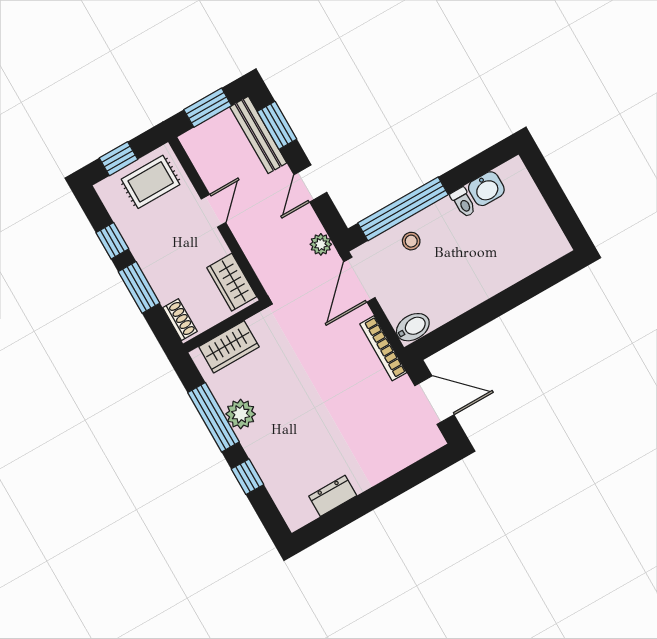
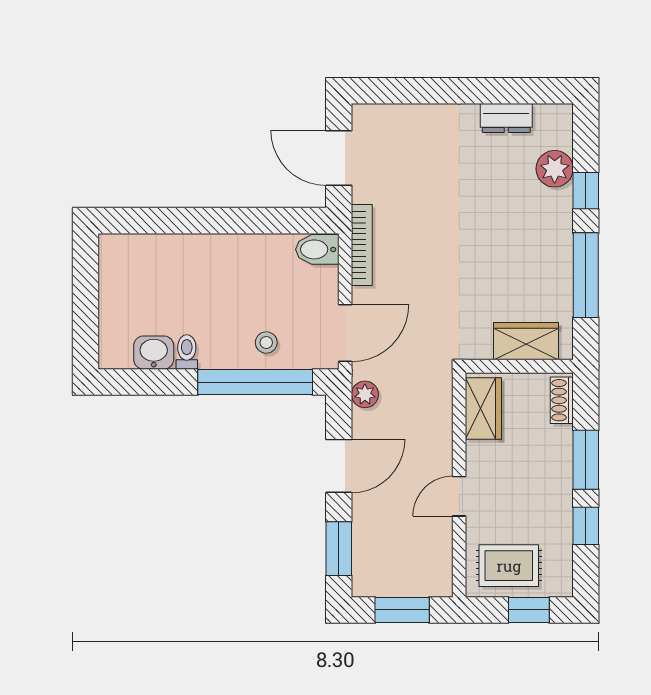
bench: (258, 135) -> (365, 550), removed
door: (310, 183) -> (339, 466), width x1.38
plant: (241, 414) -> (555, 169), moved

